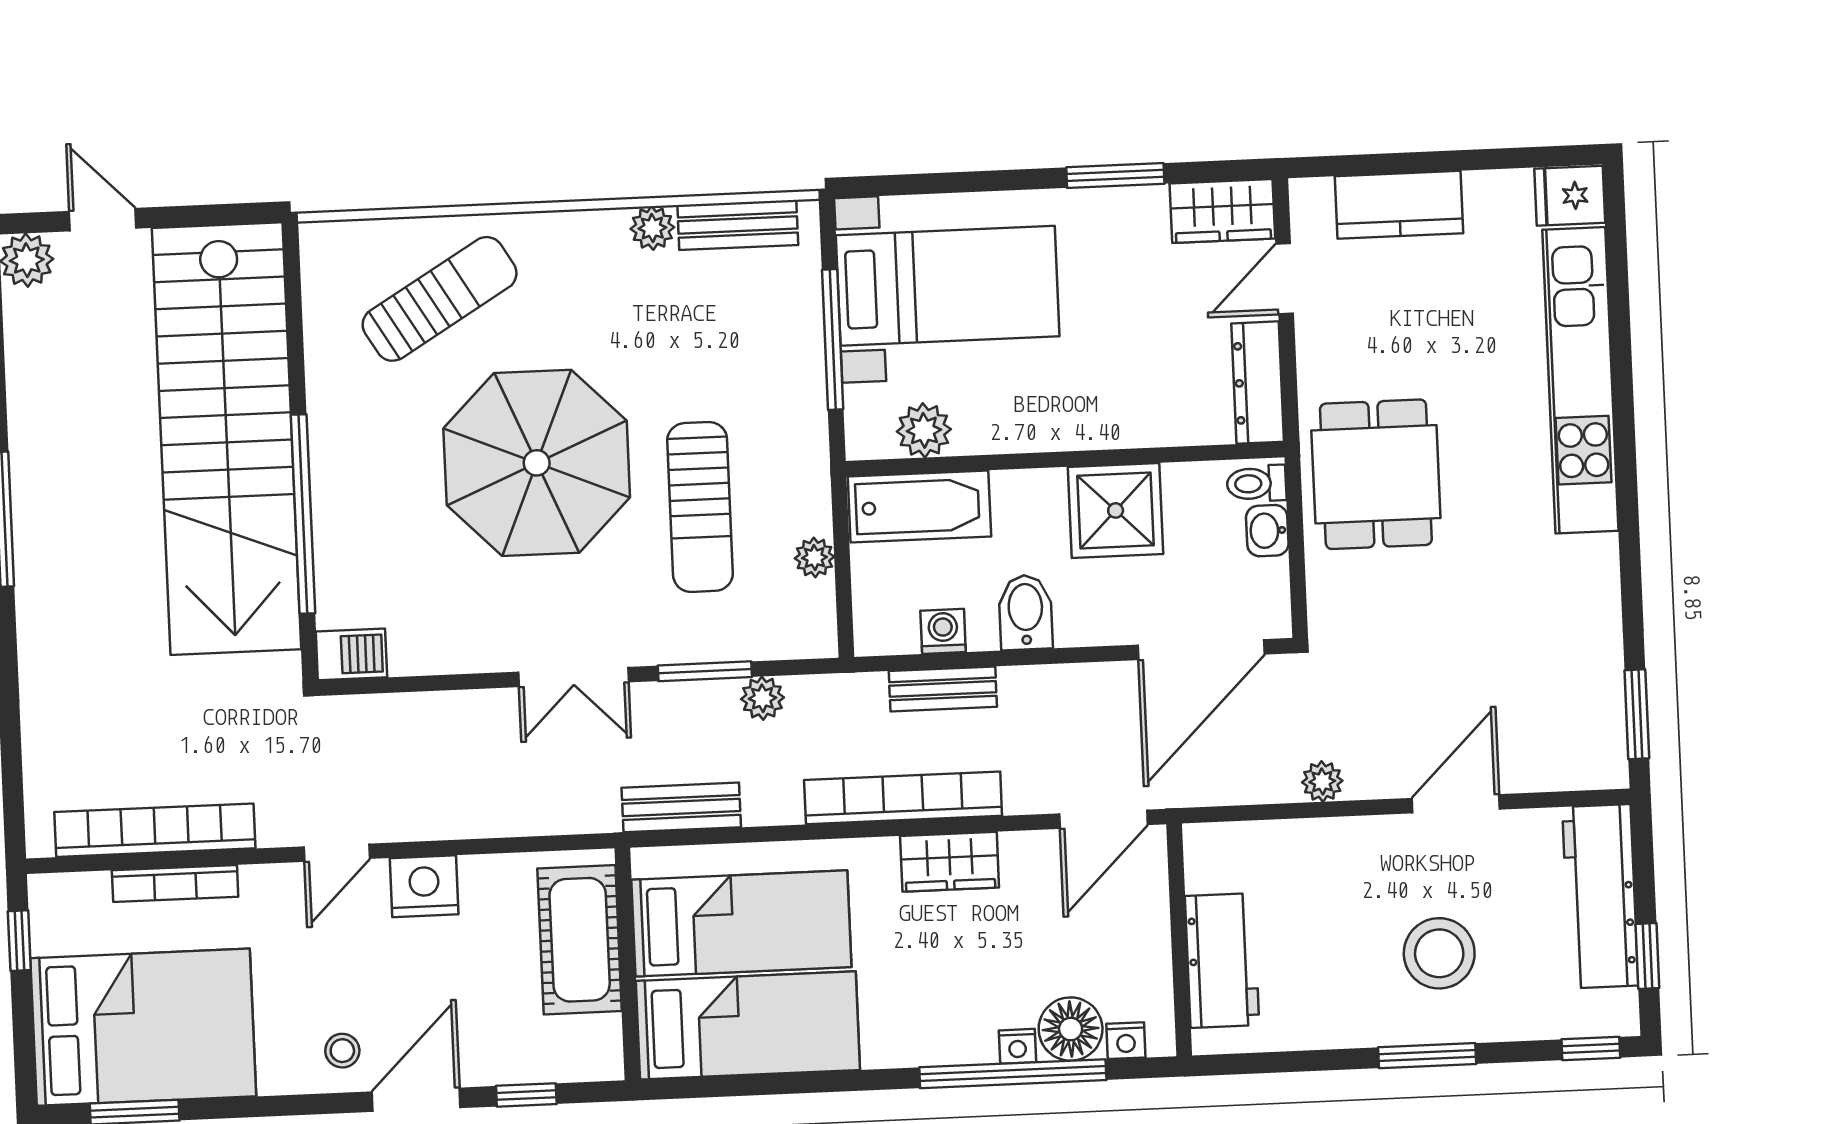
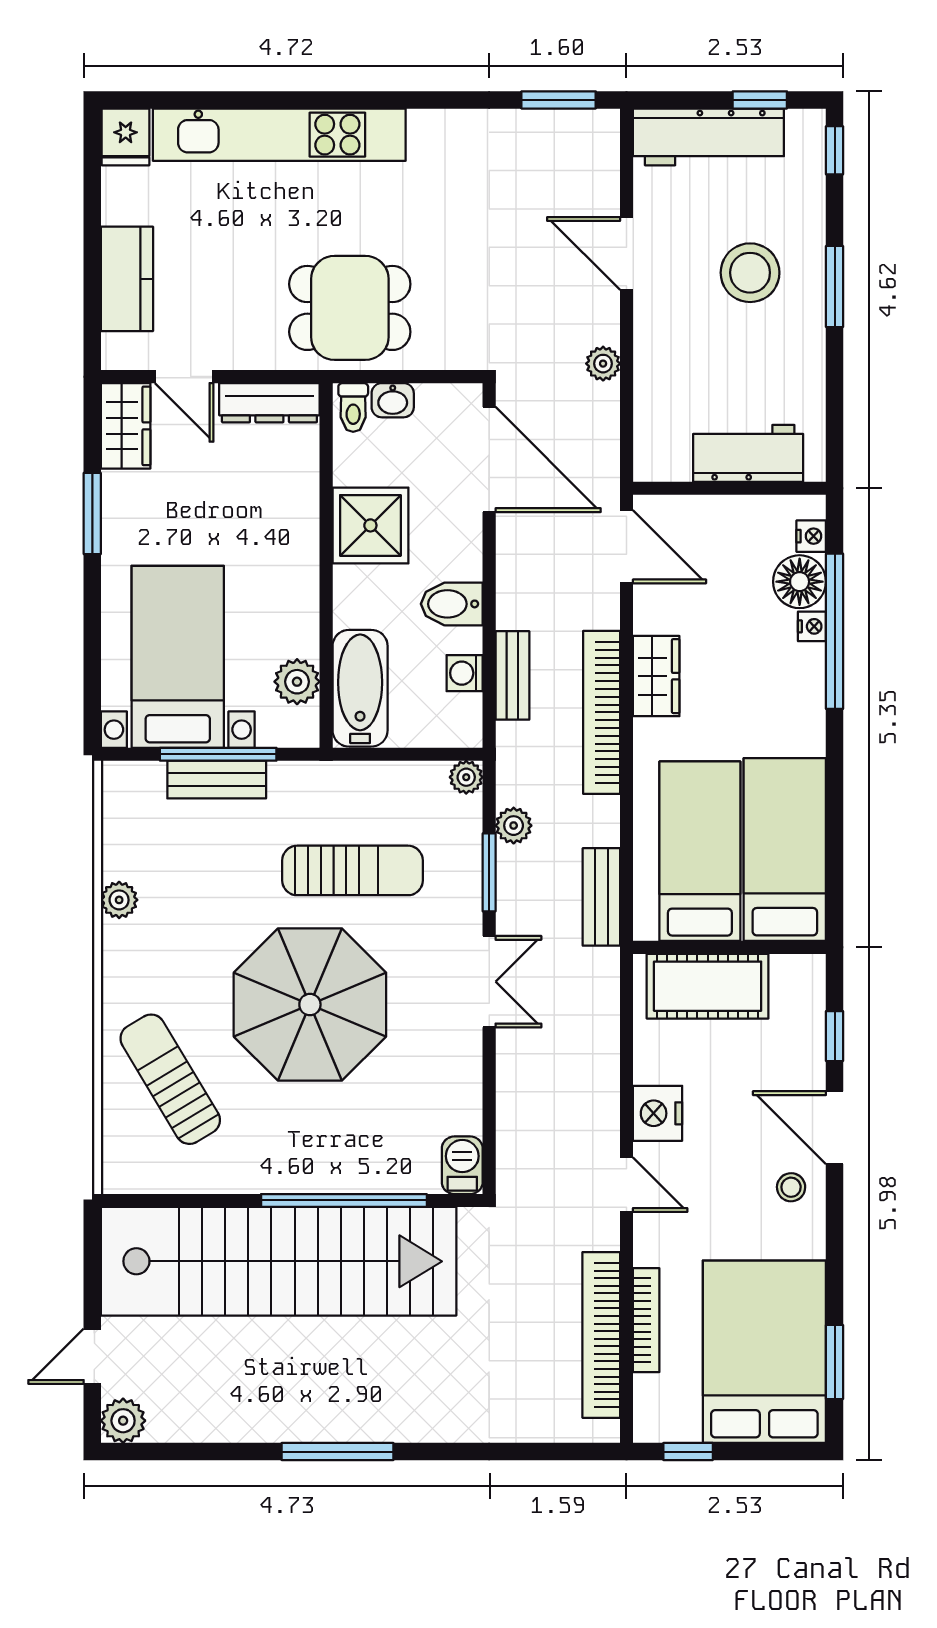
bench: (738, 225) -> (217, 780), moved, turned 90
plant: (815, 557) -> (466, 777), moved

